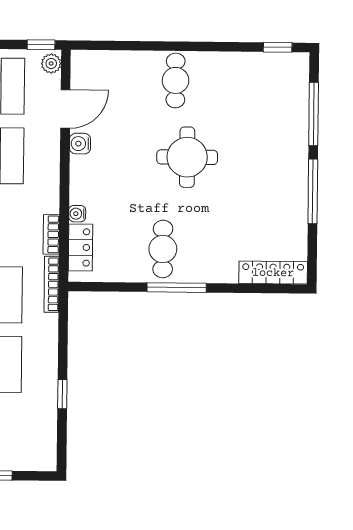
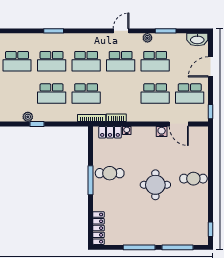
plant: (51, 63) -> (28, 117), moved

